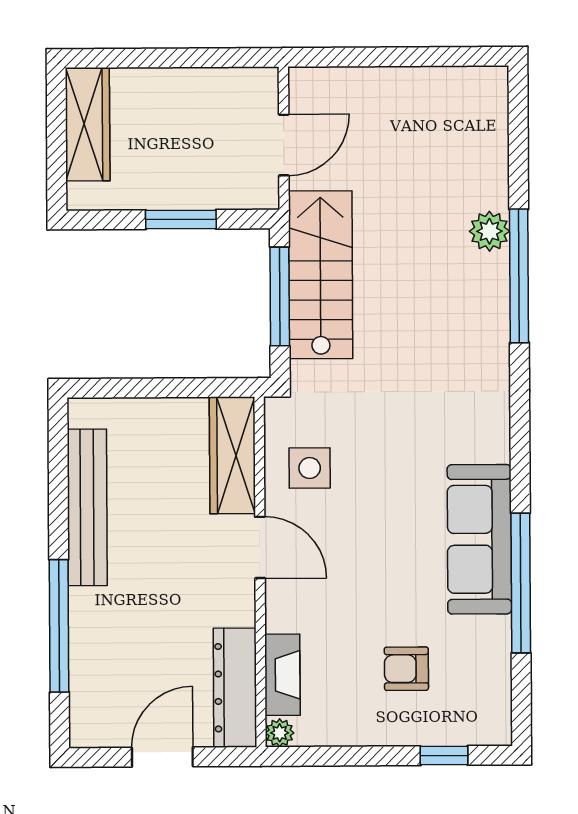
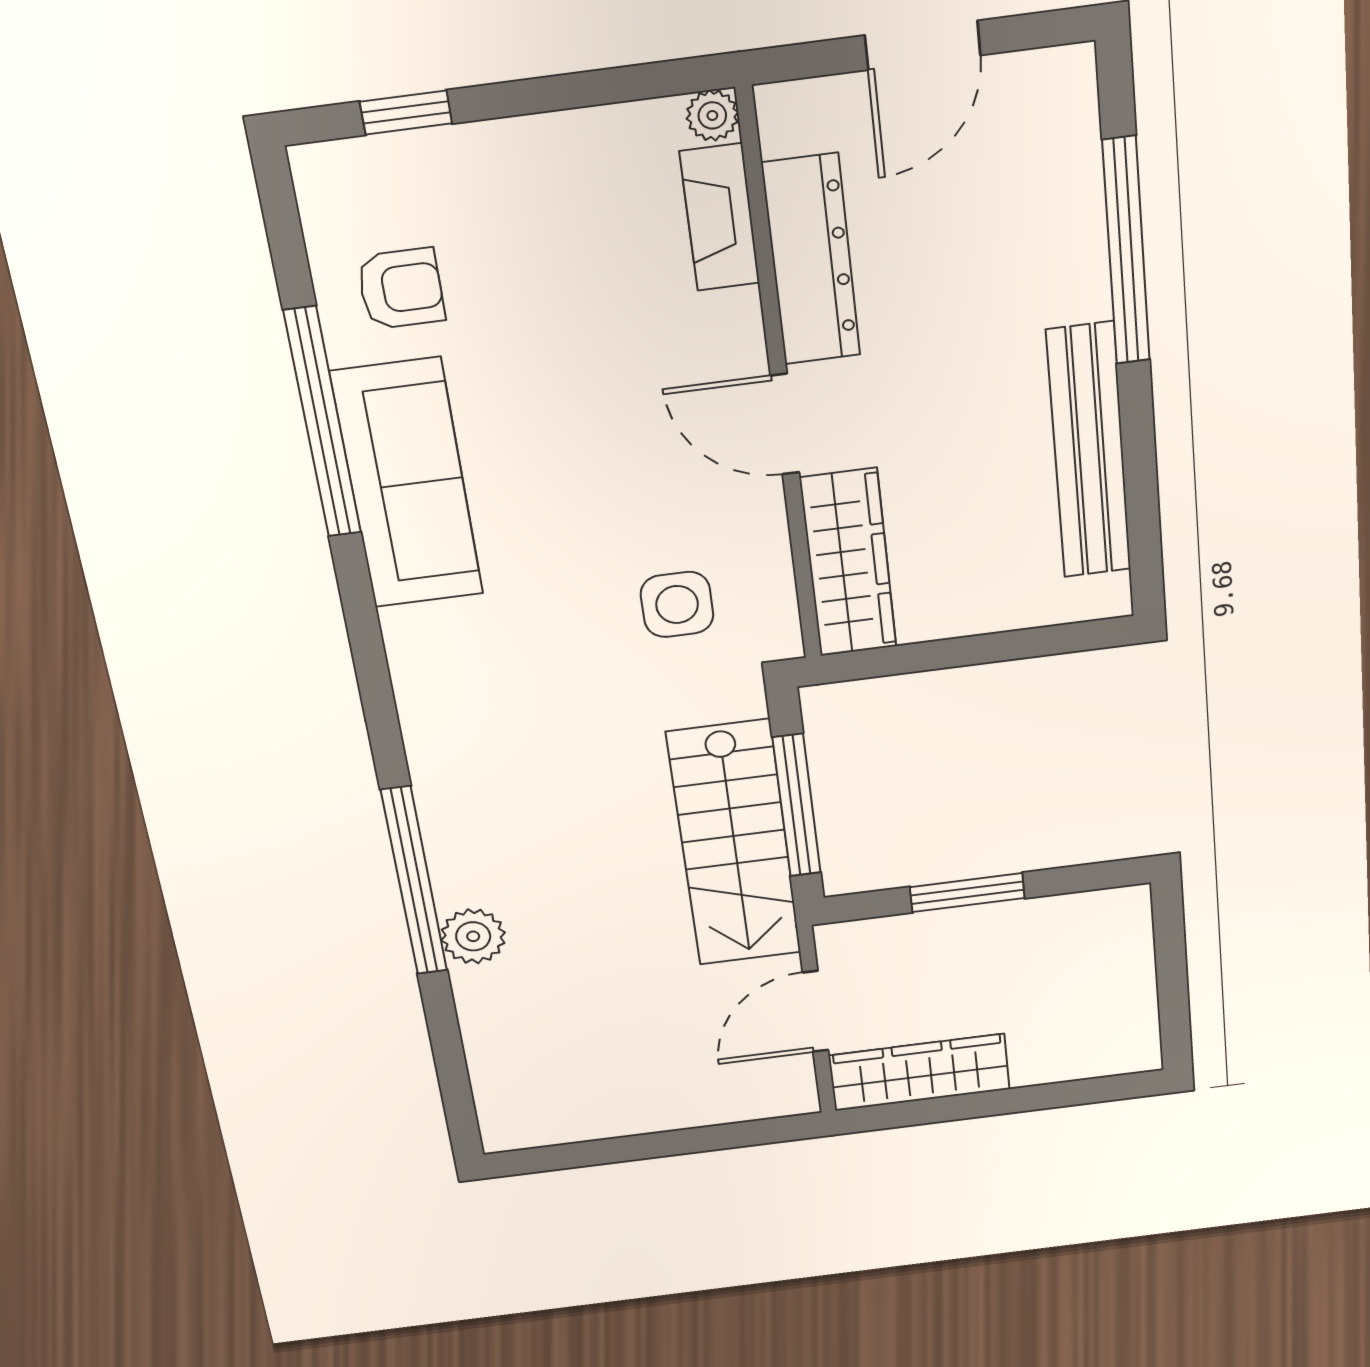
wardrobe: (88, 124) -> (919, 1072), moved, turned 90
side table: (310, 468) -> (677, 604), moved
armchair: (406, 669) -> (401, 289), moved
dresser: (235, 688) -> (811, 260), moved

